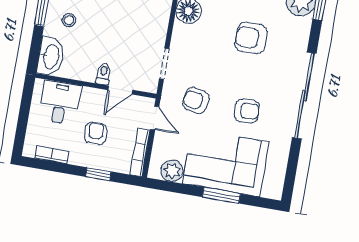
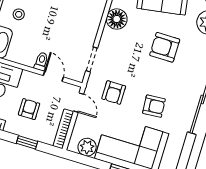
door: (120, 90) -> (53, 76), swing flipped
armchair: (196, 100) -> (114, 92), turned -99

